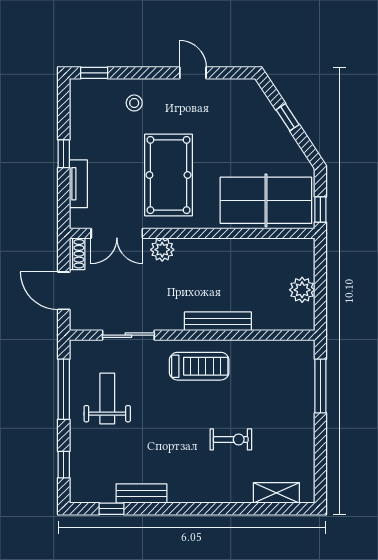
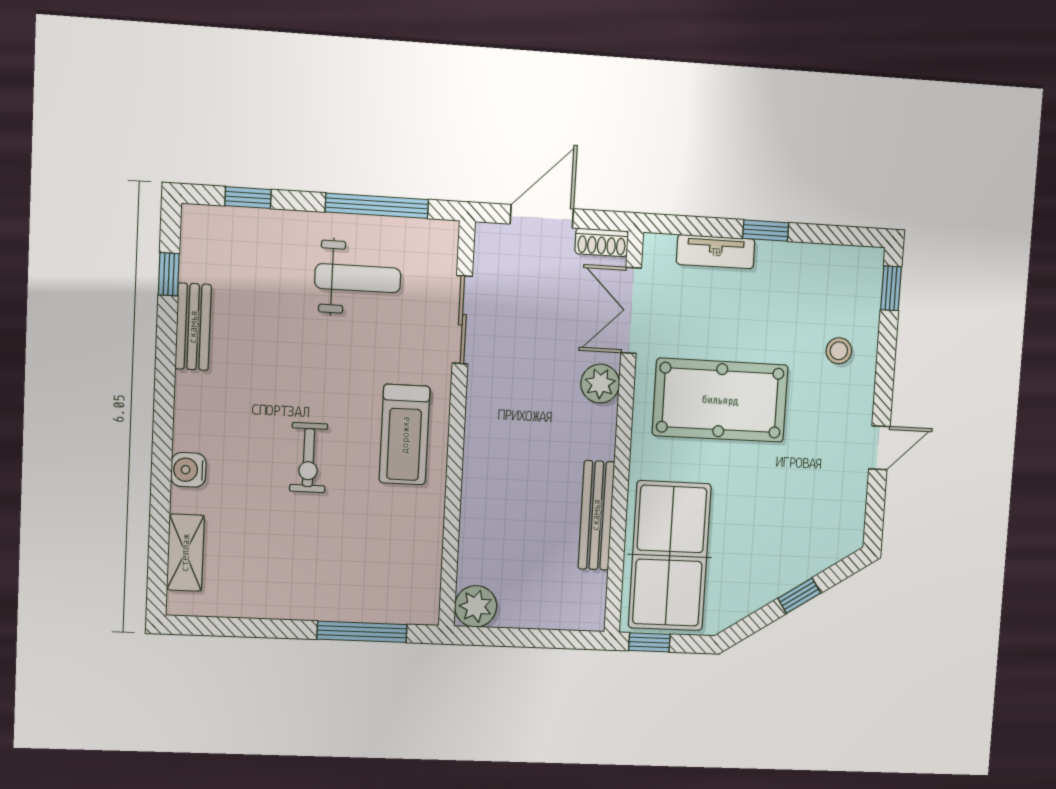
plant: (302, 290) -> (476, 606), moved
bench: (218, 321) -> (596, 515), moved
exercise bike: (231, 439) -> (309, 458), moved
water cooler: (227, 493) -> (188, 470), added

